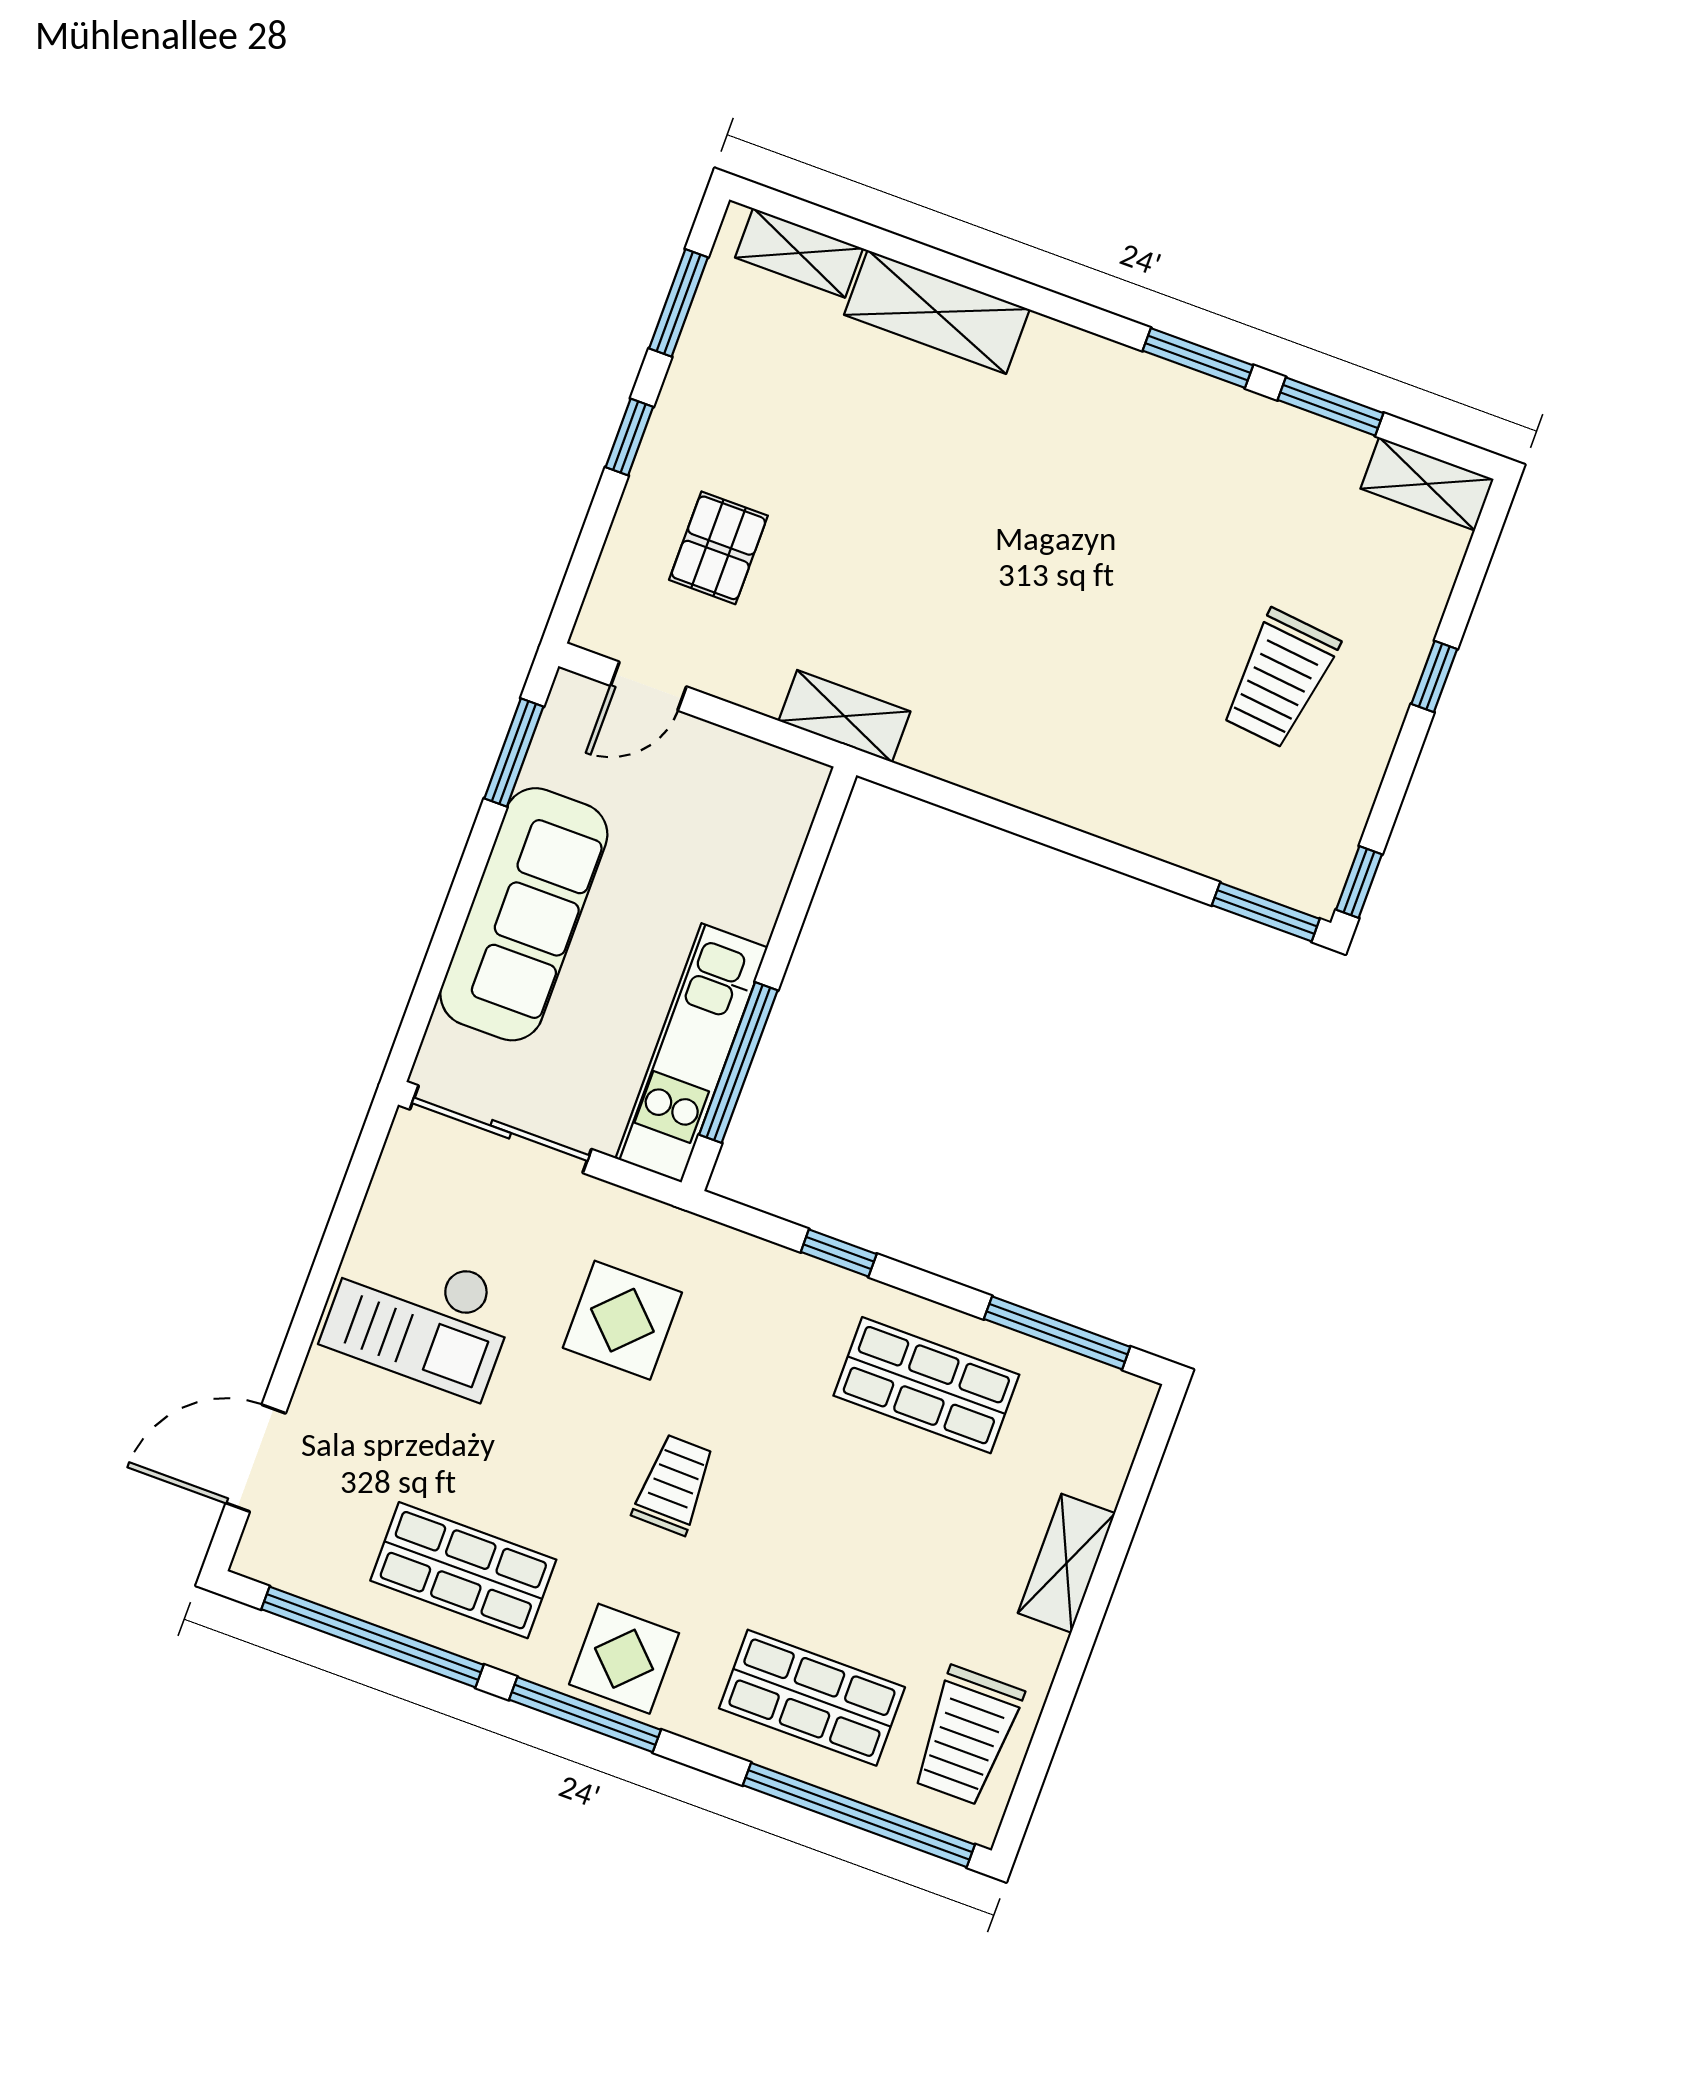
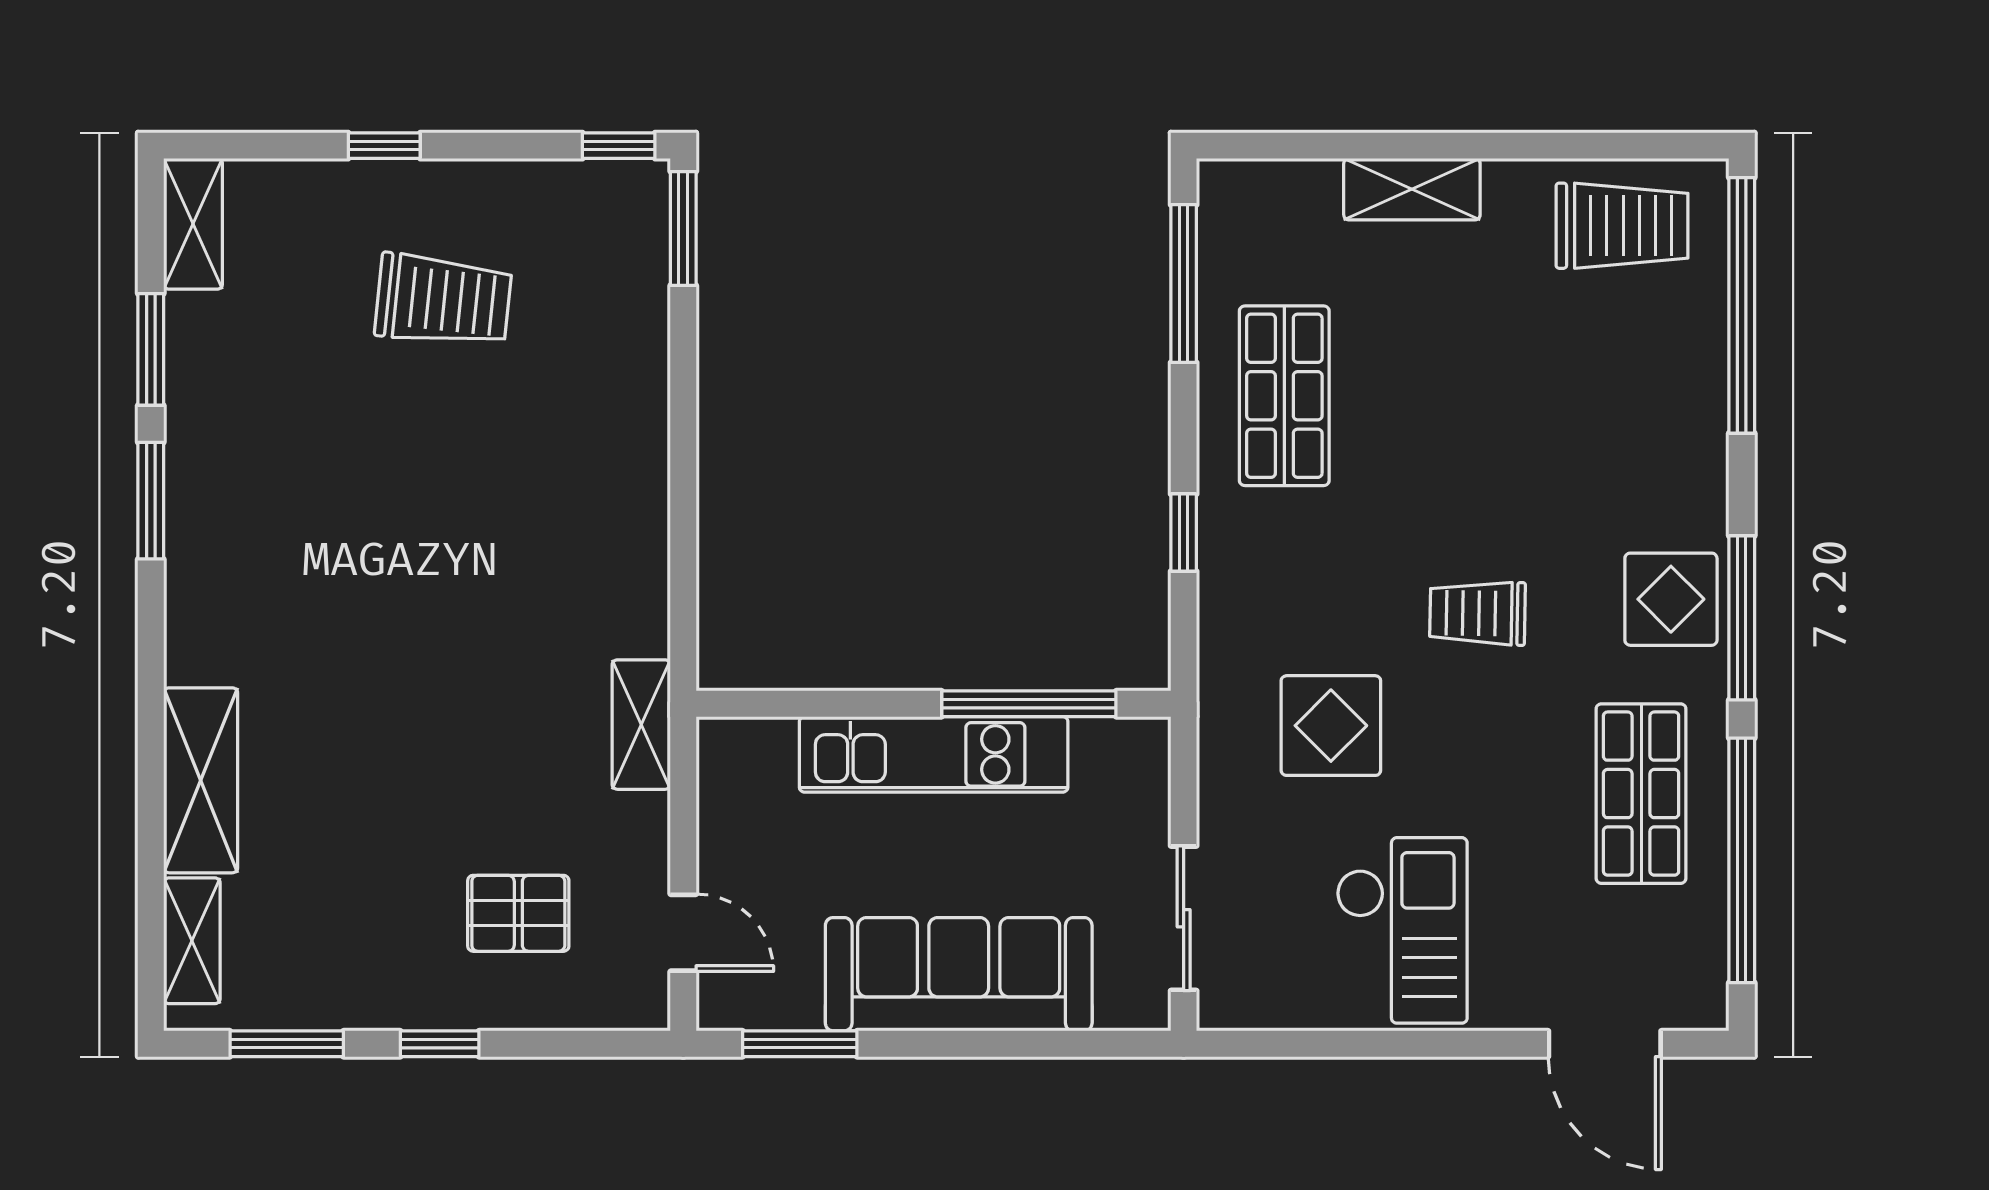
kitchen unit: (692, 1053) -> (934, 754), moved
sliding door: (501, 1129) -> (1184, 918), width x0.73
shop shelf: (812, 1698) -> (1641, 396), removed

